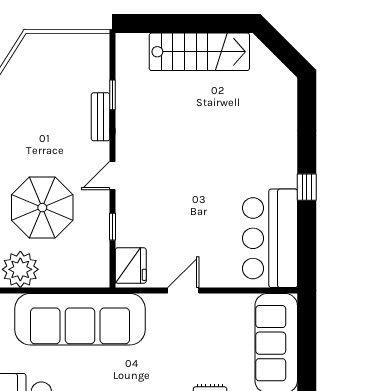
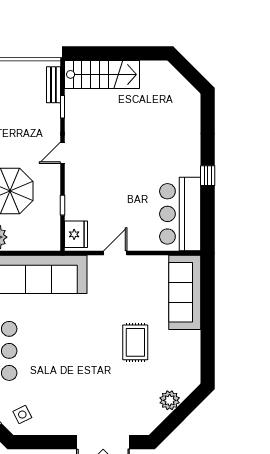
stairs: (199, 52) -> (102, 74), moved
bench: (101, 117) -> (53, 85), moved
door: (113, 175) -> (62, 153), moved

